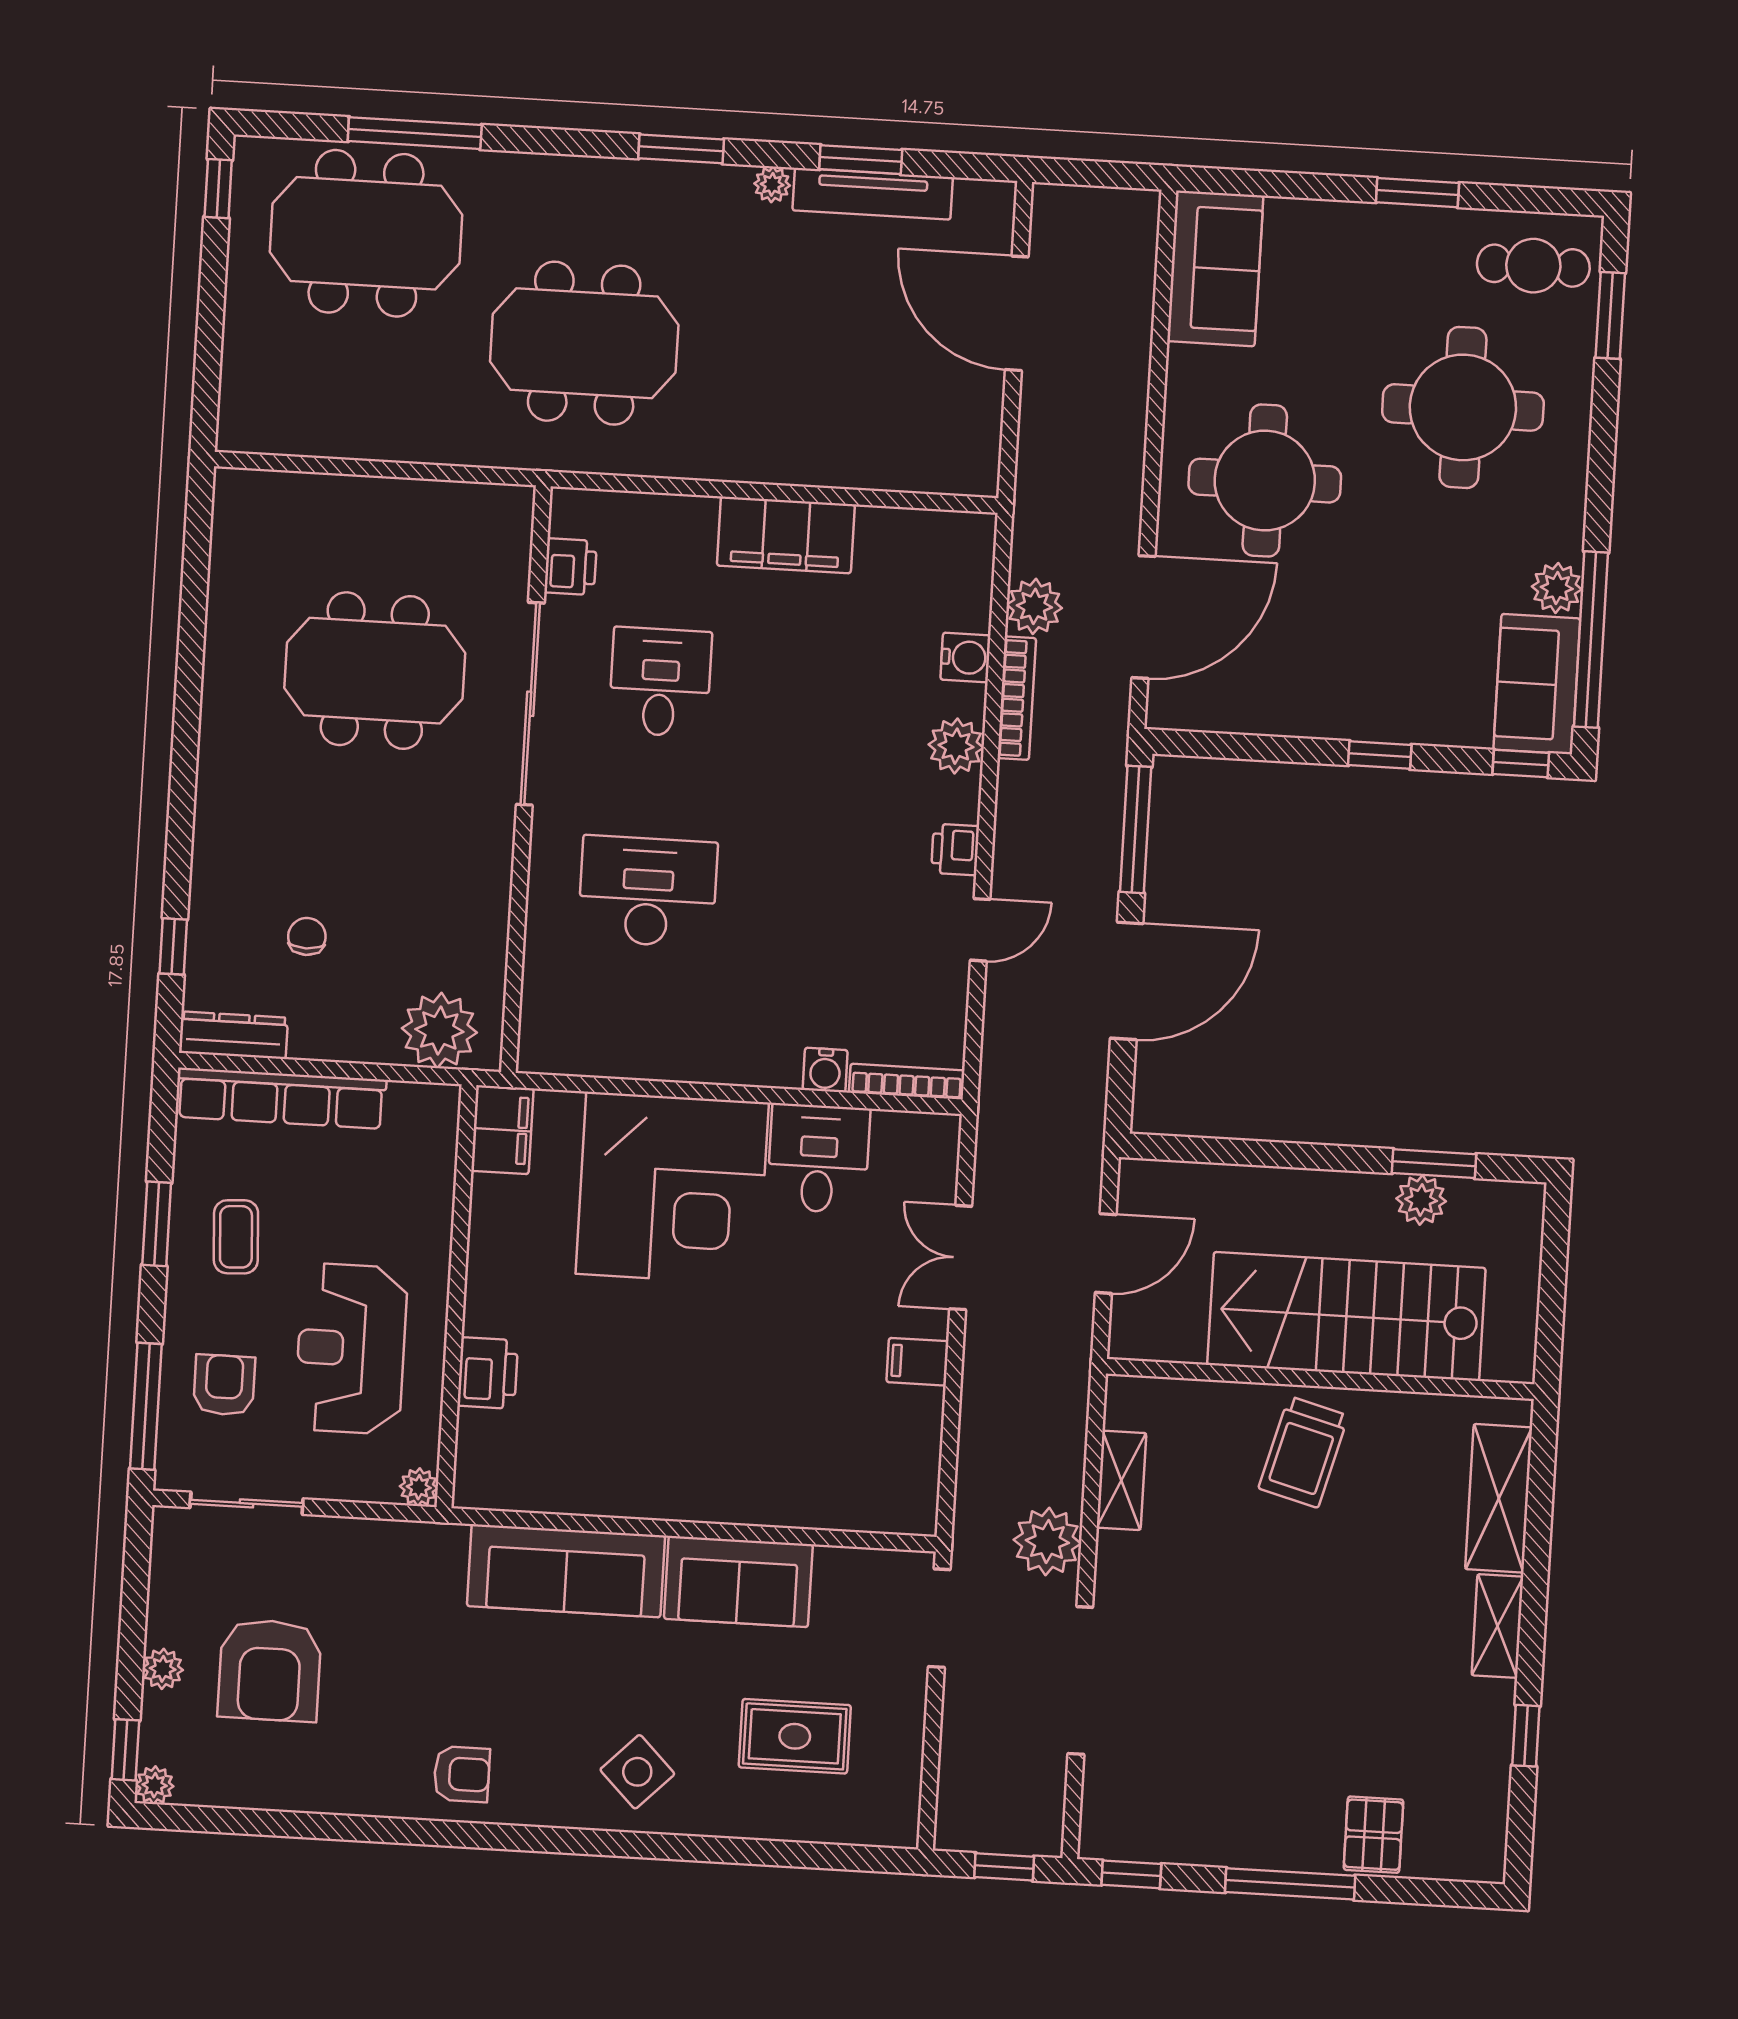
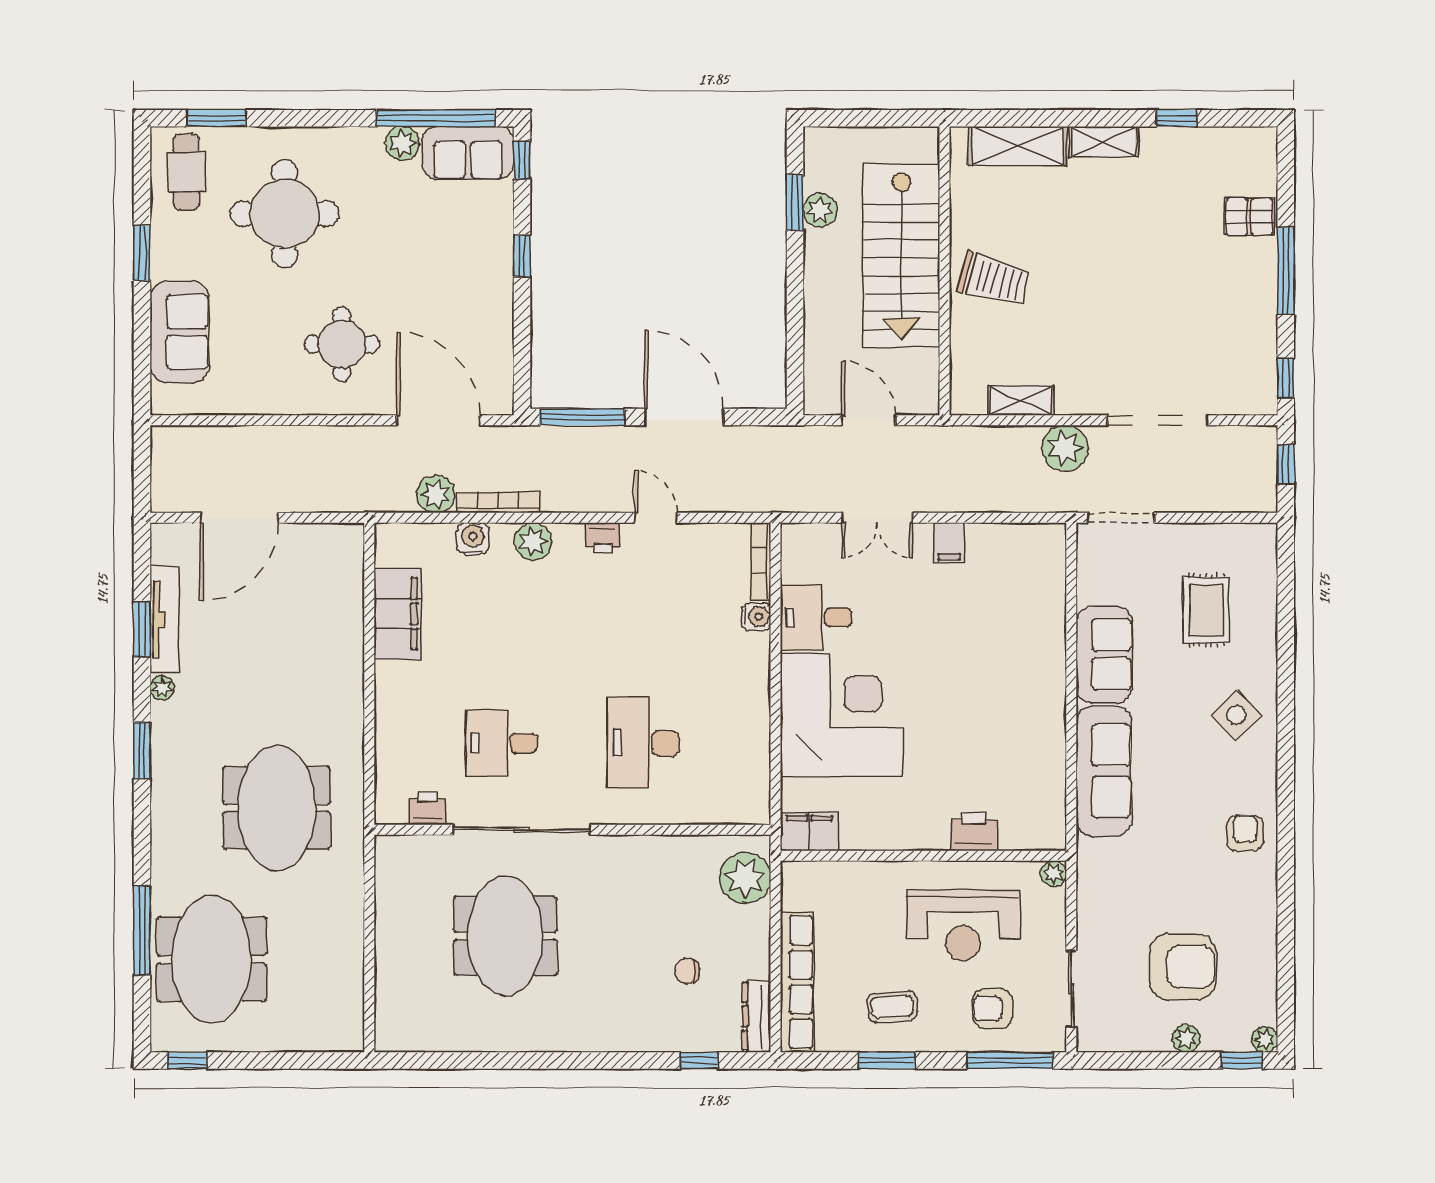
sofa: (1215, 268) -> (180, 332), moved, turned 90
round table: (1265, 481) -> (342, 344), width x0.73, depth x0.73
filing cabinet: (786, 535) -> (398, 614), moved

